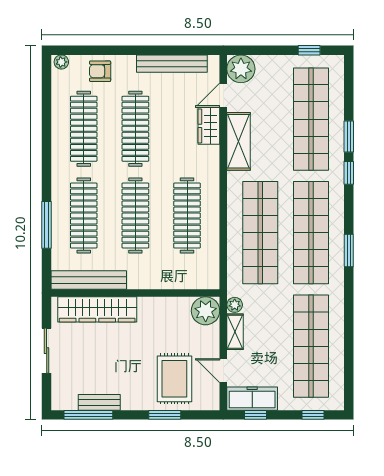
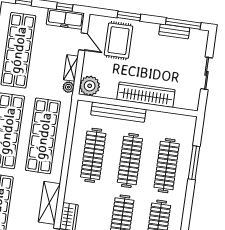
bench: (89, 280) -> (118, 112), moved
wardrobe: (97, 309) -> (146, 95), moved

